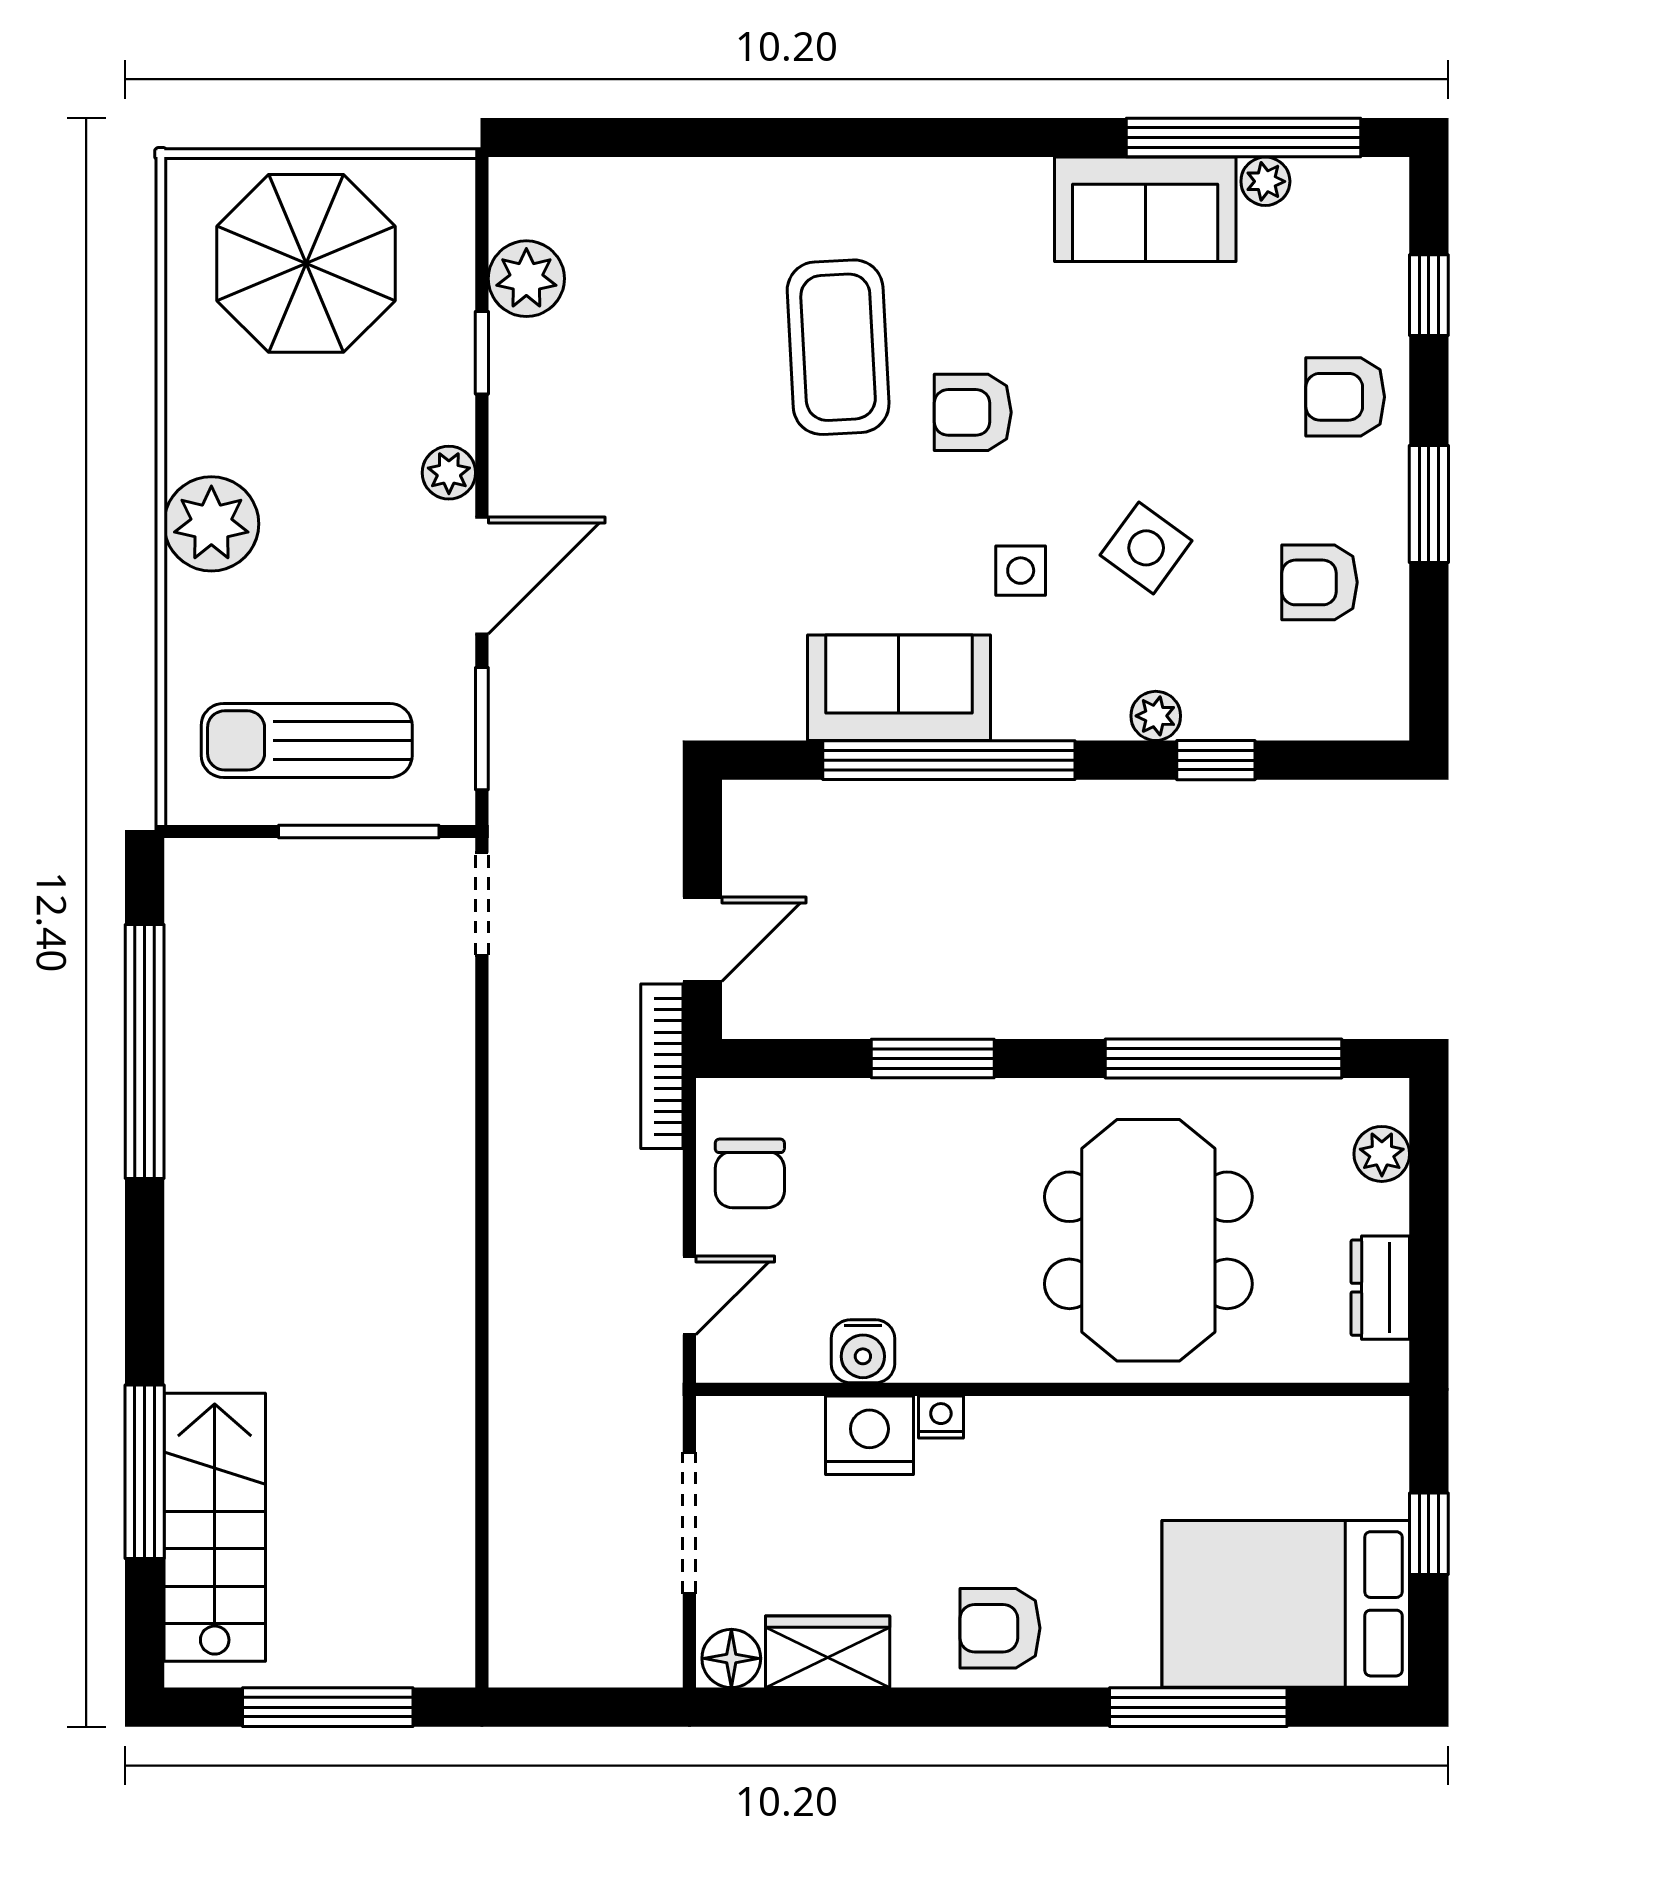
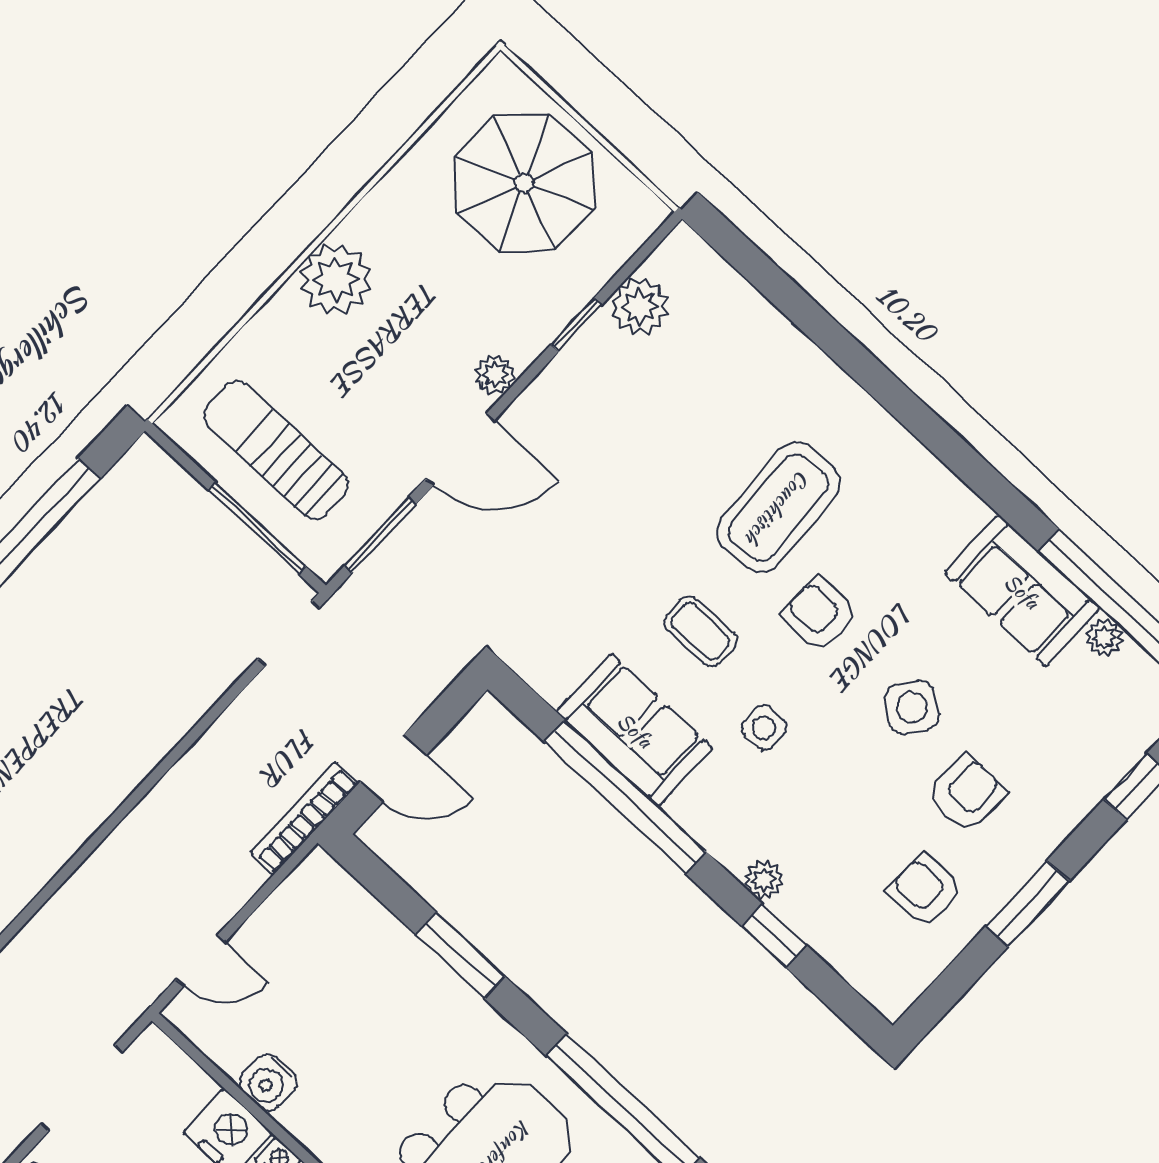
armchair: (1345, 397) -> (967, 794), moved, turned 90
coffee table: (874, 535) -> (700, 631), added
side table: (1146, 548) -> (912, 707), moved
chair: (750, 1173) -> (298, 924), removed

